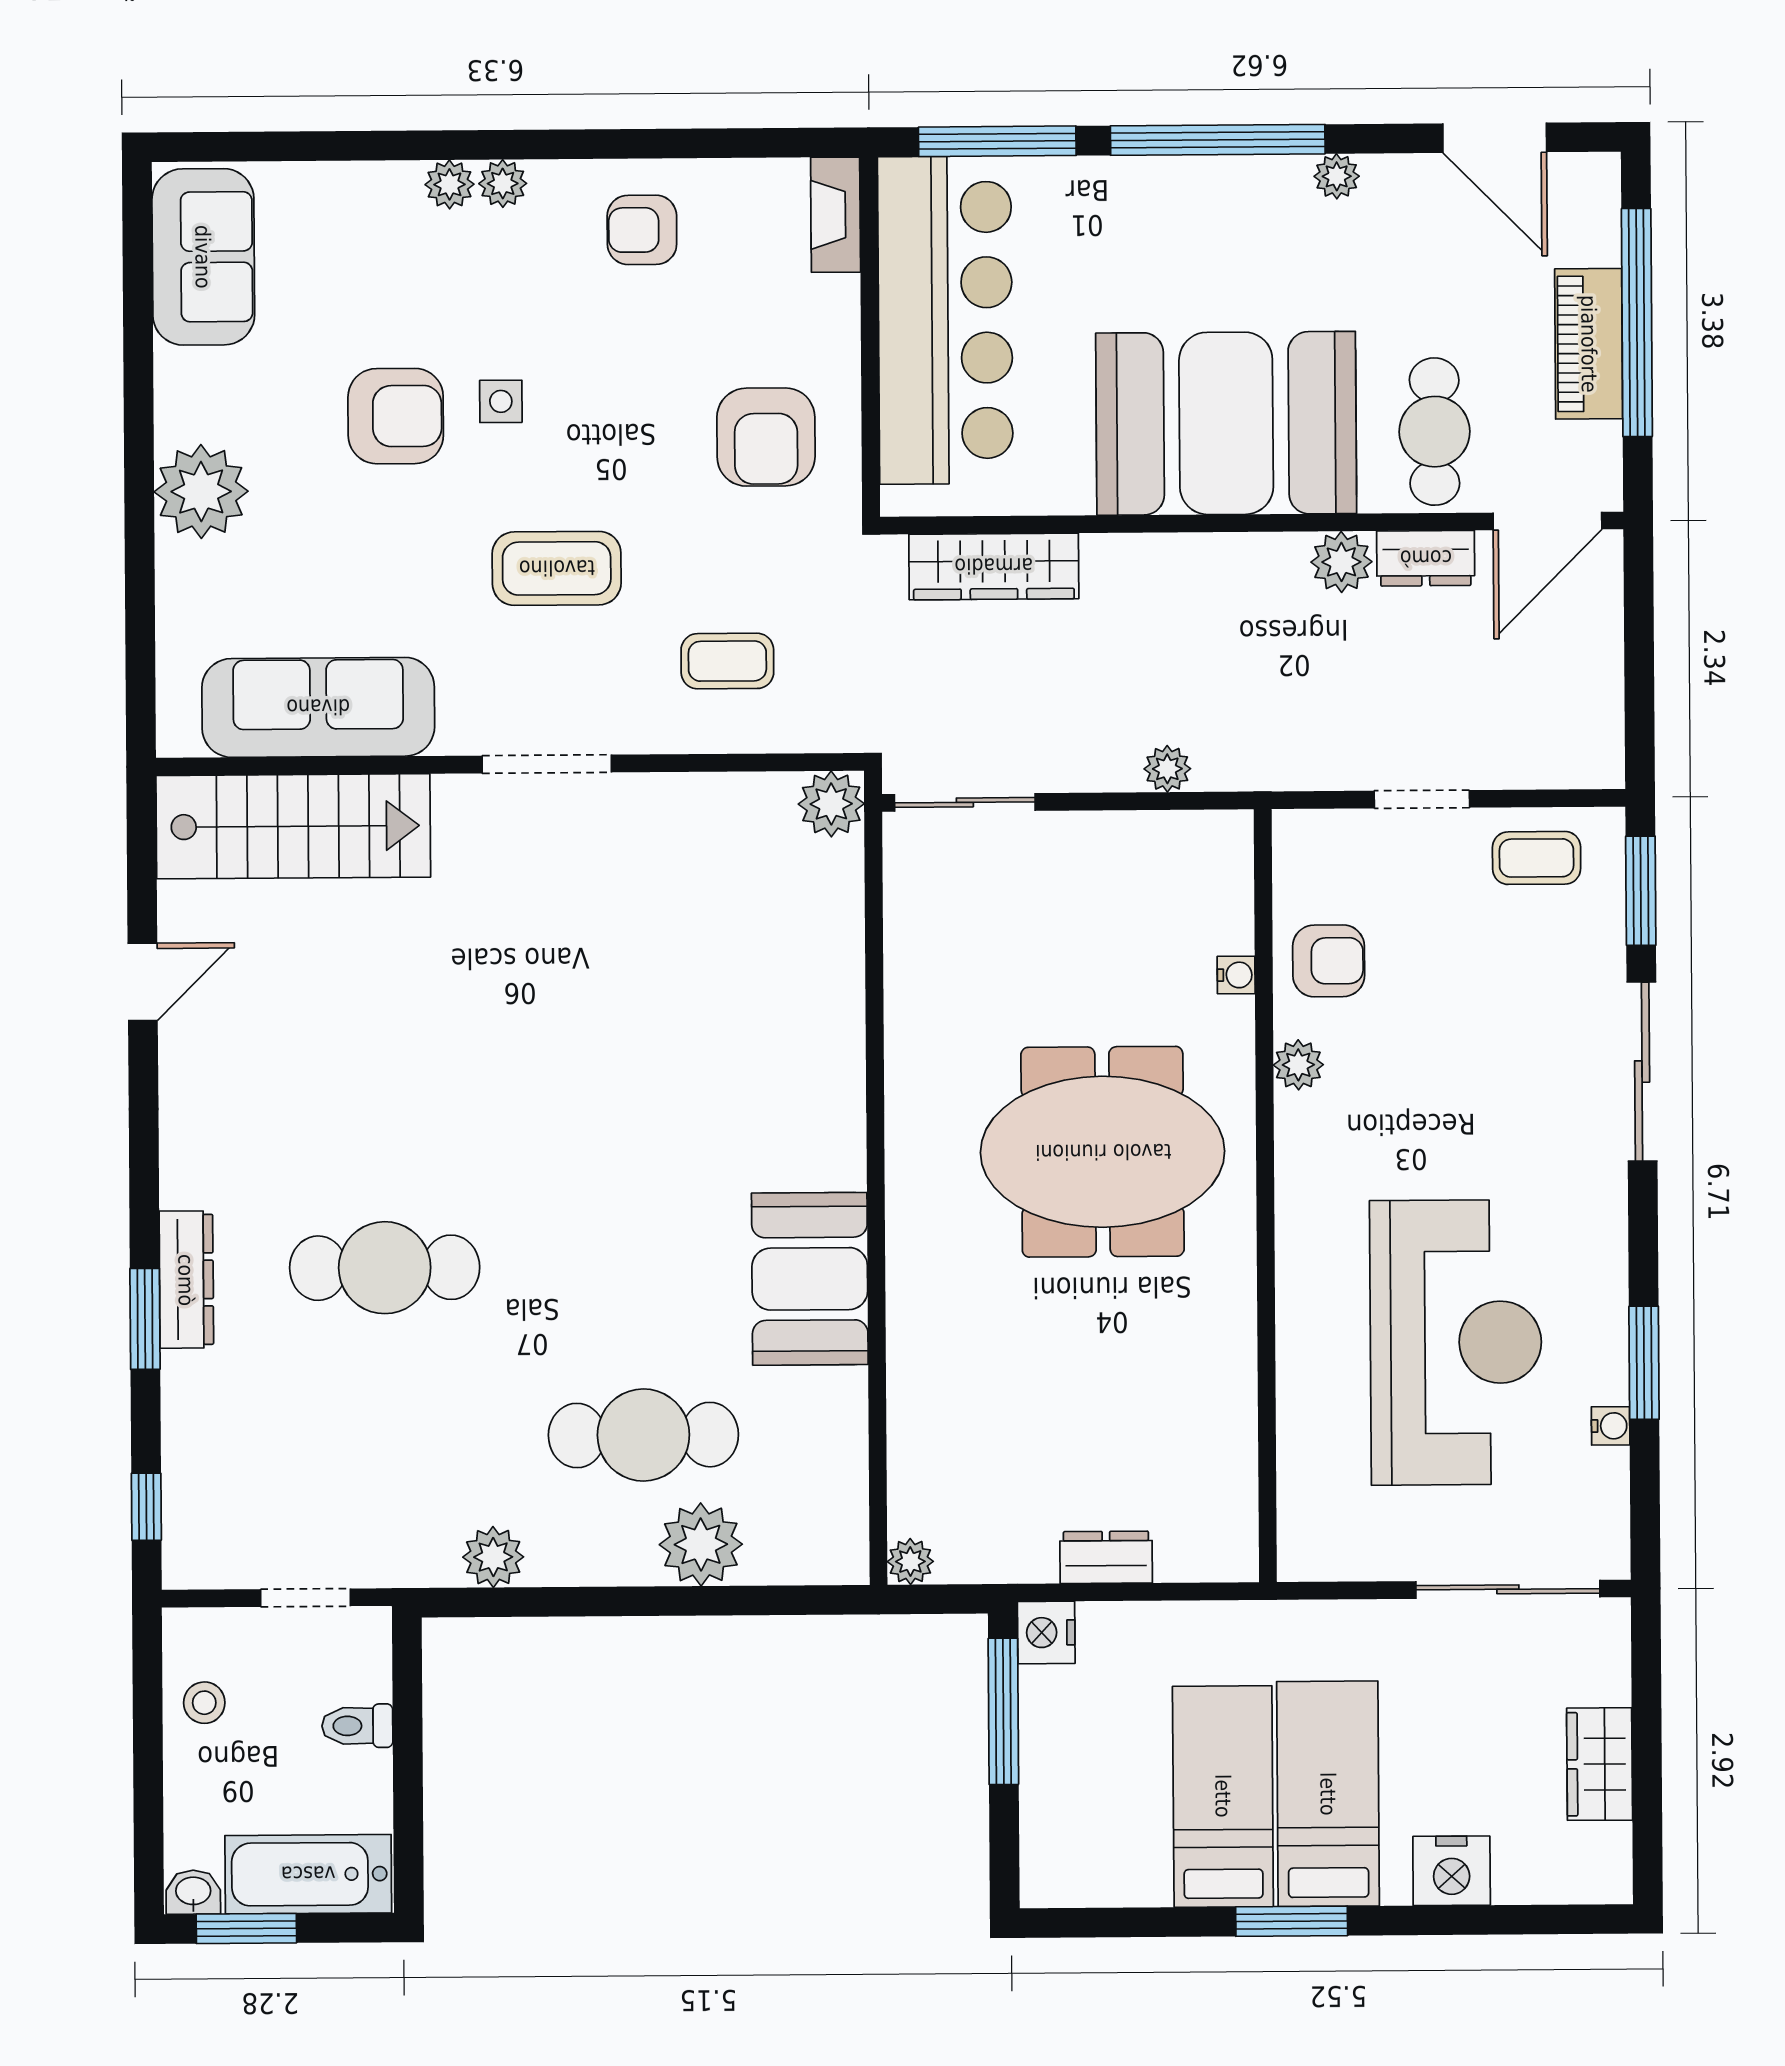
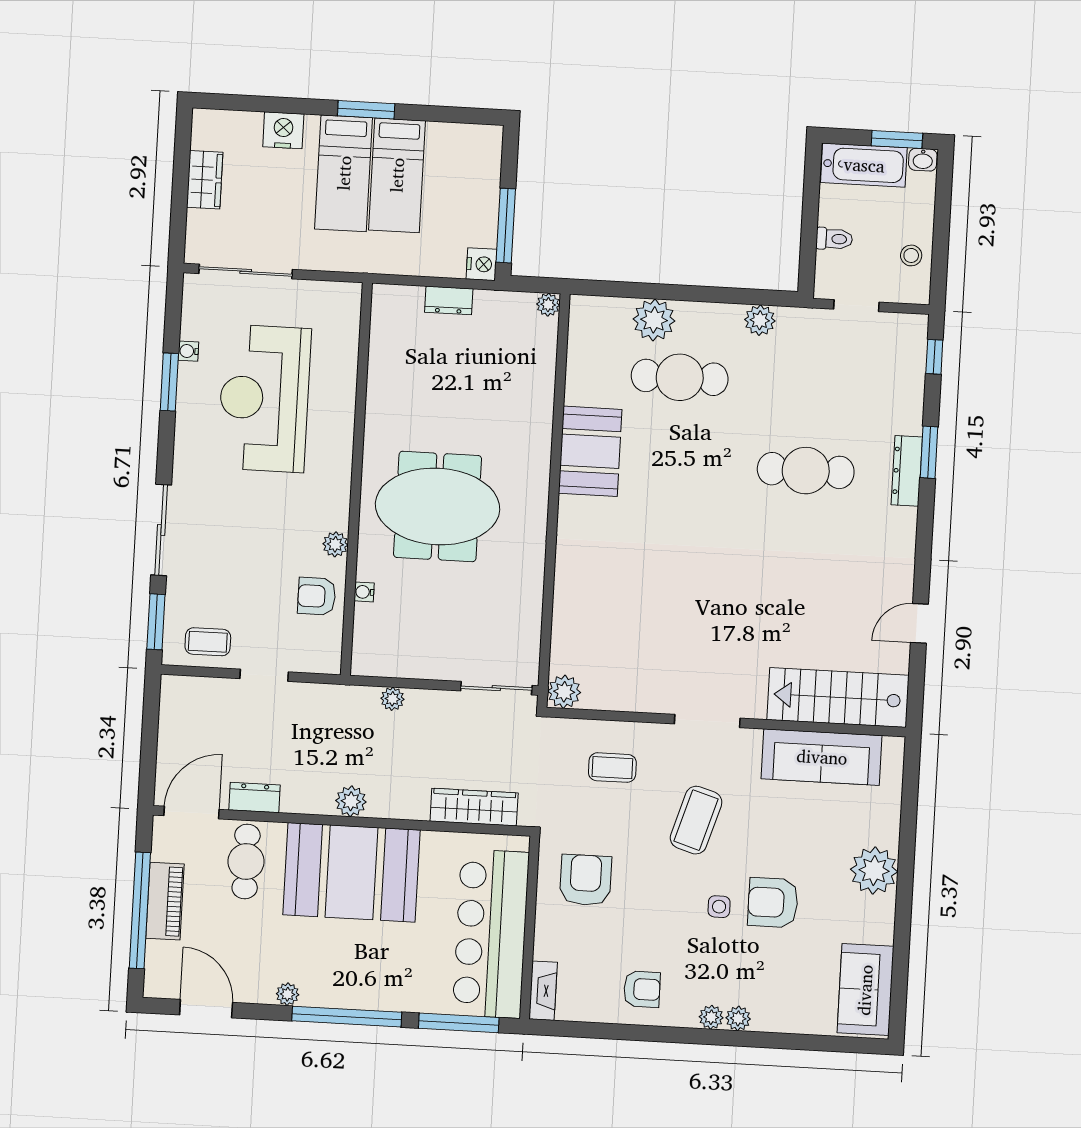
plant: (1341, 562) -> (351, 801), moved
coffee table: (557, 568) -> (696, 820), turned -73

